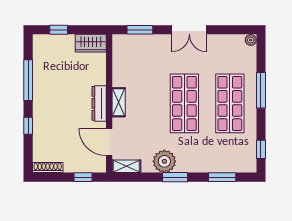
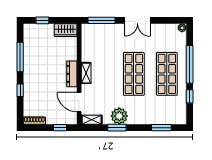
window: (140, 30) -> (101, 20), width x1.44
window: (261, 90) -> (190, 64), width x1.46
window: (261, 149) -> (190, 96), moved
window: (175, 177) -> (117, 128), moved

